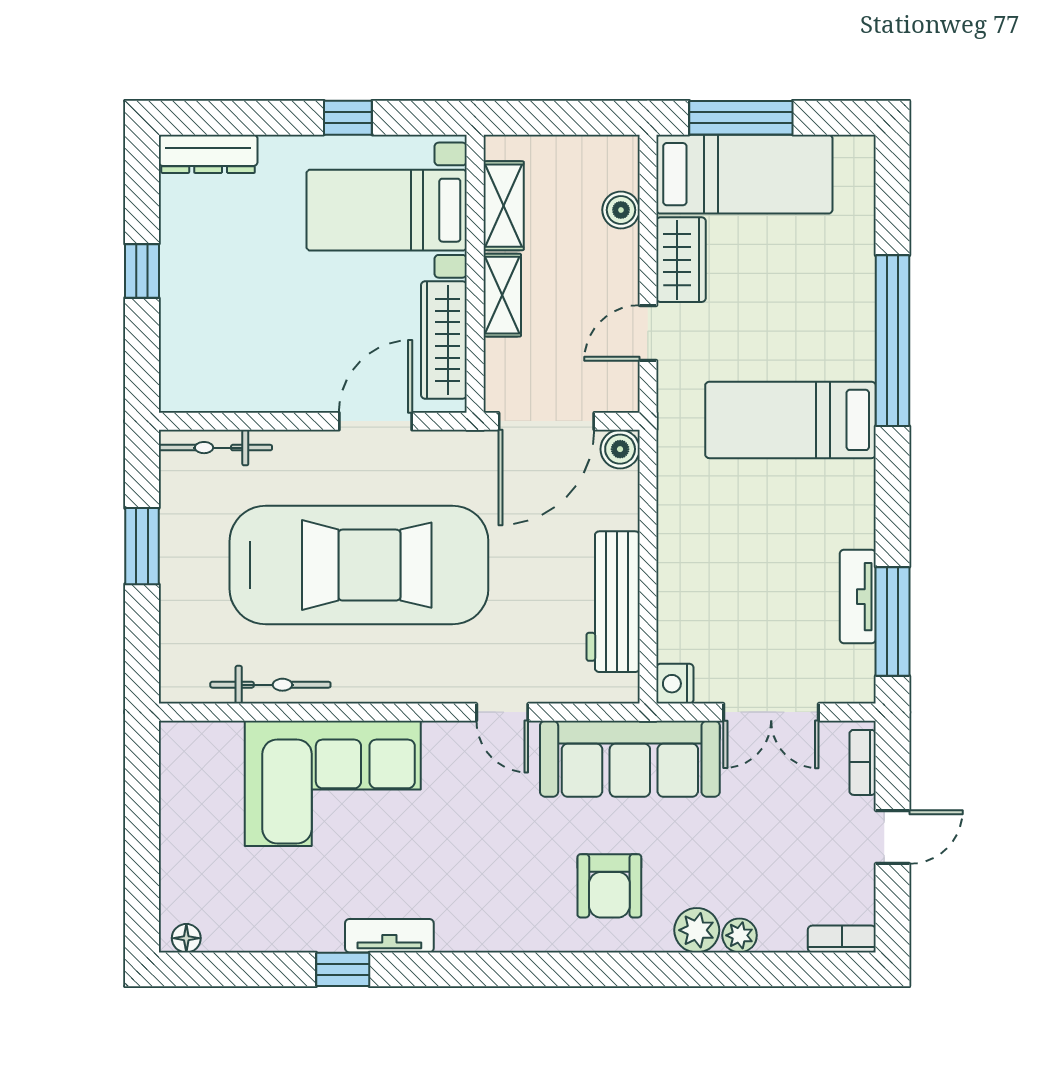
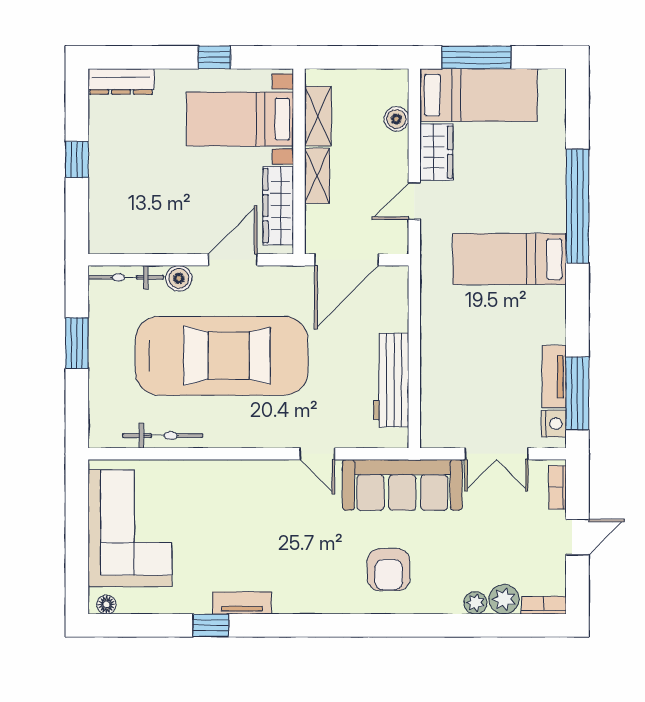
boiler: (620, 449) -> (179, 278), moved
nightstand: (675, 684) -> (554, 424), moved, turned 180
corner sofa: (333, 783) -> (130, 528), moved, turned -90
plant: (697, 930) -> (504, 599), moved

